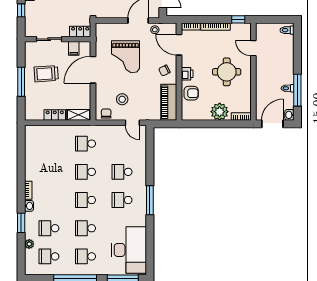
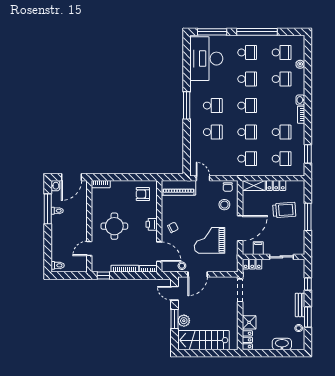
door: (253, 48) -> (89, 248), swing flipped
grand piano: (125, 57) -> (210, 240), turned -90
trolley: (46, 74) -> (284, 210), moved
armchair: (191, 93) -> (143, 194), moved
stool: (122, 99) -> (224, 205), moved
piano: (169, 102) -> (178, 188), moved, turned 90
plant: (220, 112) -> (121, 189), removed
school desk: (49, 144) -> (282, 159), added
school desk: (49, 172) -> (282, 132), added
window: (21, 223) -> (308, 154), moved

